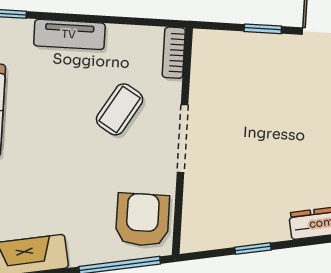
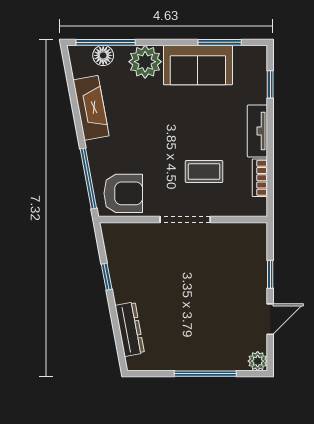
bookcase: (174, 53) -> (260, 178), moved, turned -90
coffee table: (120, 109) -> (204, 172), turned -31

